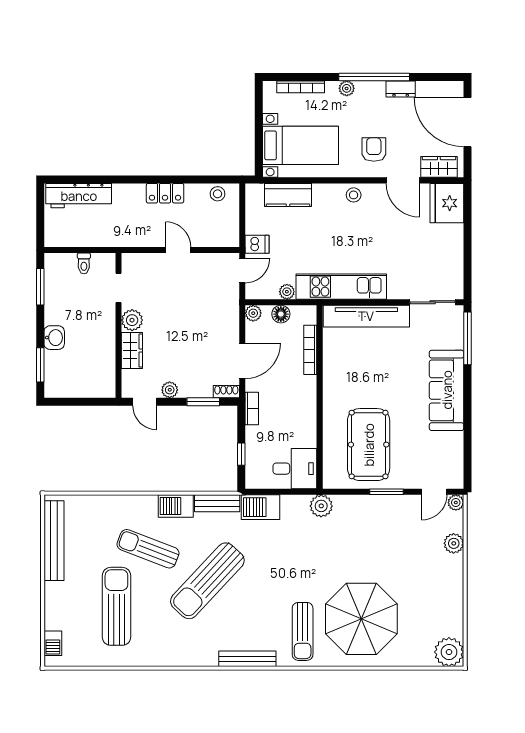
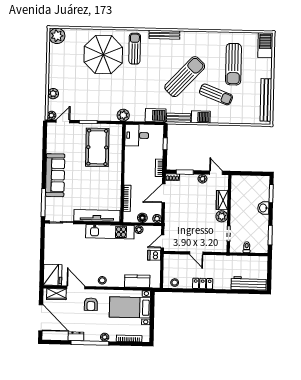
barbecue: (53, 643) -> (265, 45), width x1.88, depth x1.53

